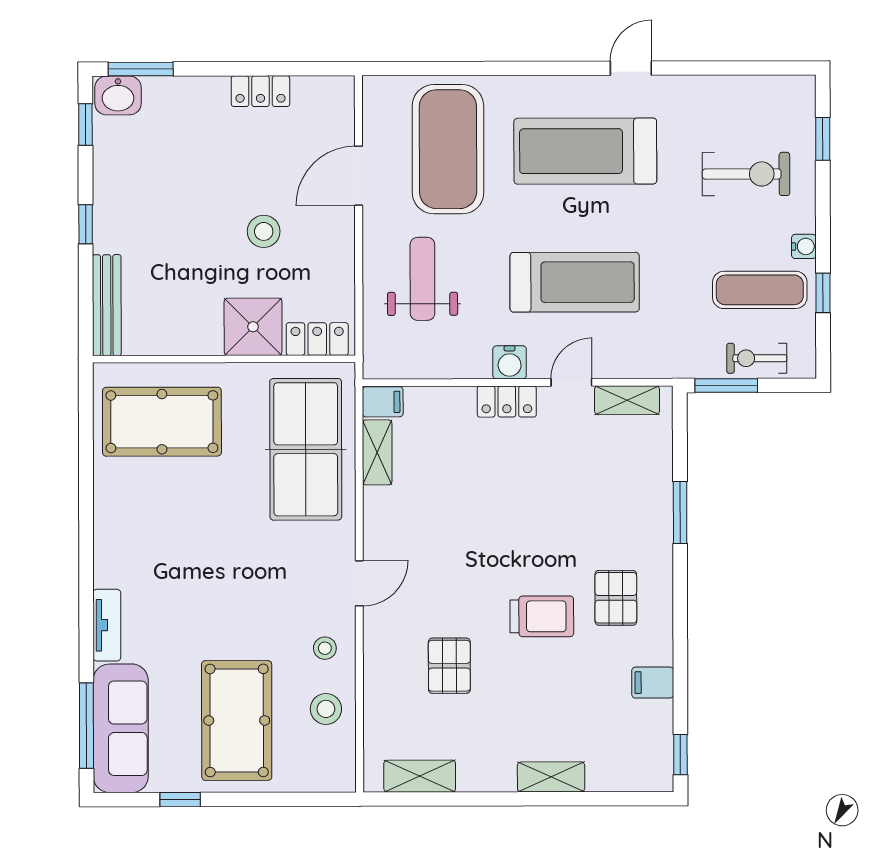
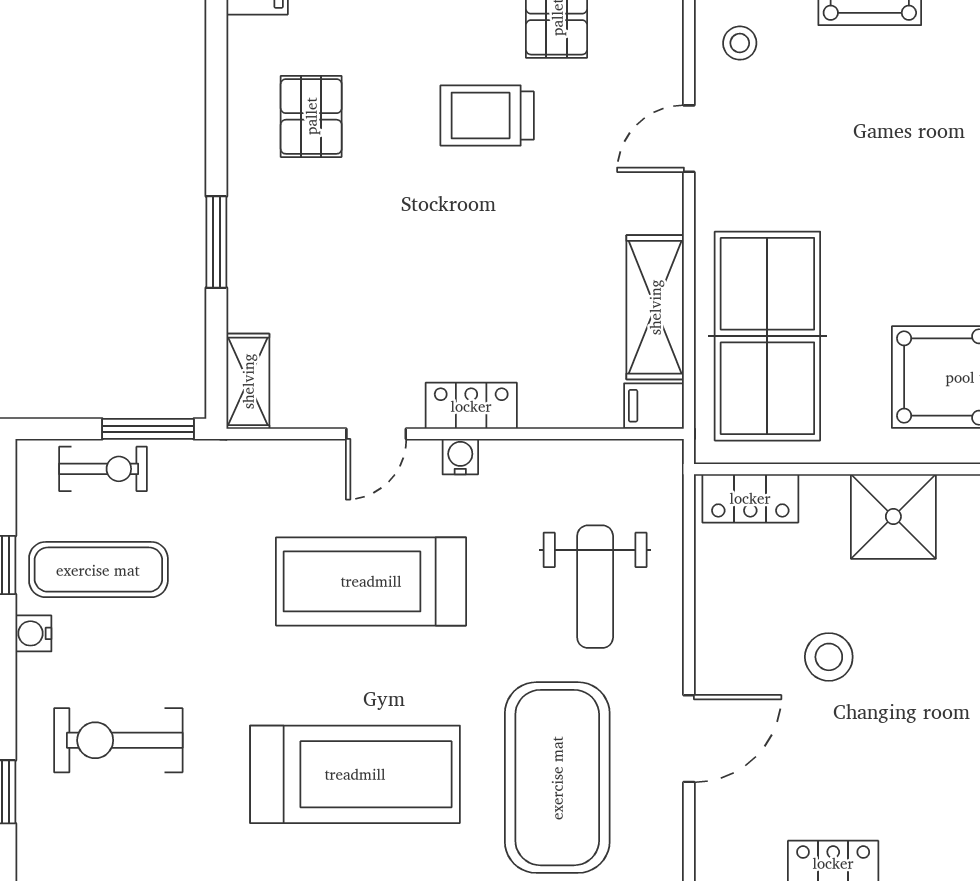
shower: (253, 327) -> (893, 517), moved
water cooler: (510, 362) -> (460, 457), width x0.72, depth x0.72
shelving: (627, 400) -> (248, 381), moved, turned 90
shelving: (377, 452) -> (655, 307), width x1.50, depth x1.33
trolley: (542, 616) -> (487, 116), moved

